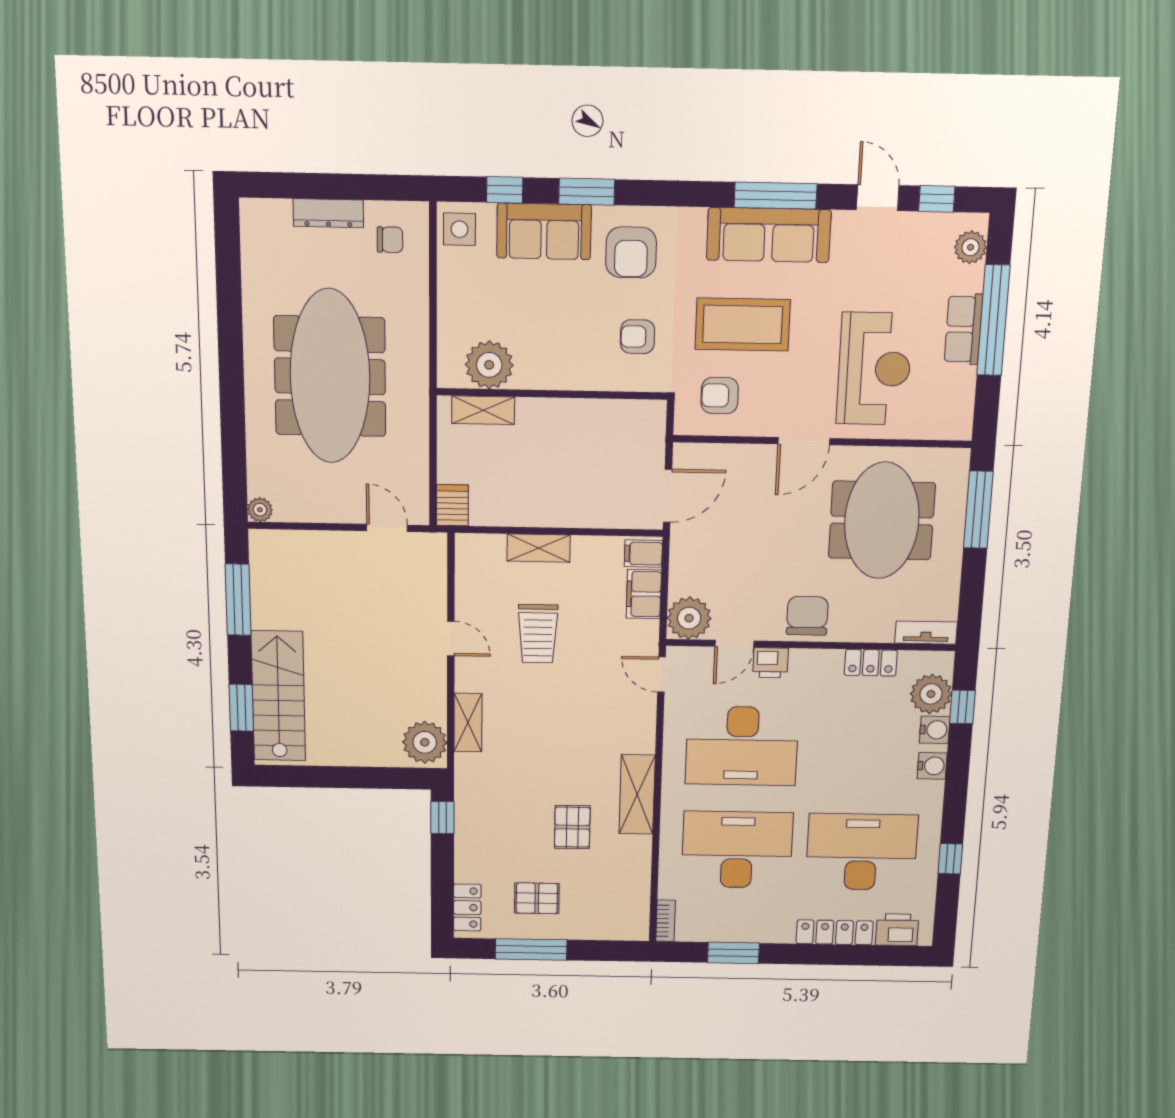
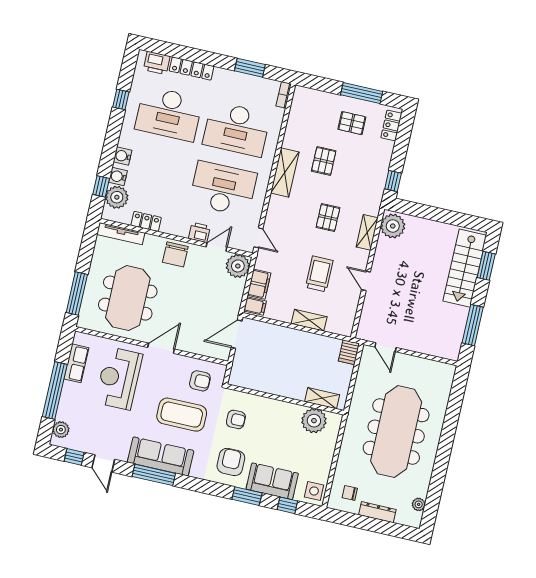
row of seats: (963, 329) -> (76, 363), moved
plant: (260, 510) -> (419, 504), moved
tv unit: (926, 633) -> (121, 234), width x1.41
pallet: (544, 734) -> (328, 218), added

